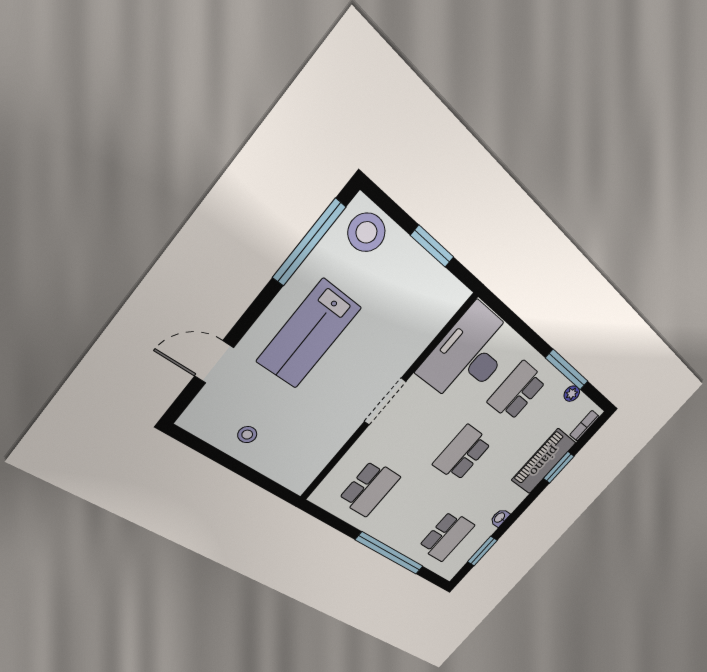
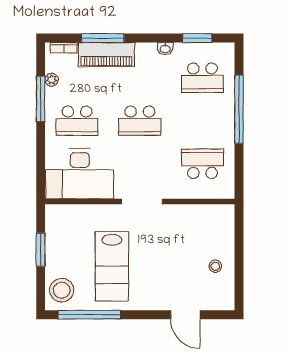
lab bench: (309, 334) -> (112, 266), moved, turned 90
window: (559, 467) -> (103, 38), width x1.44
school desk: (446, 536) -> (202, 78), turned 180

